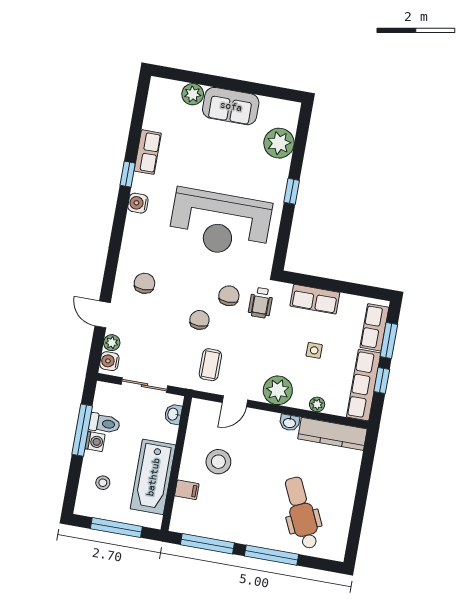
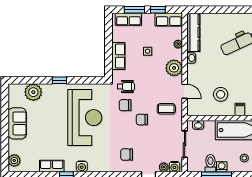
plant: (193, 94) -> (14, 160), moved
row of seats: (364, 385) -> (169, 20), width x0.68

